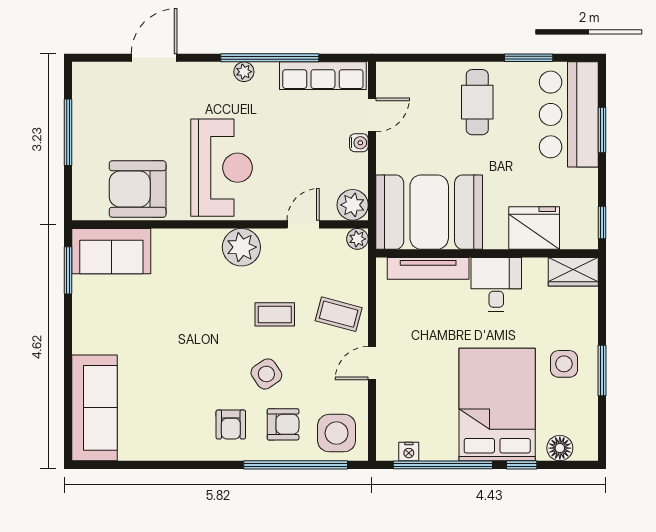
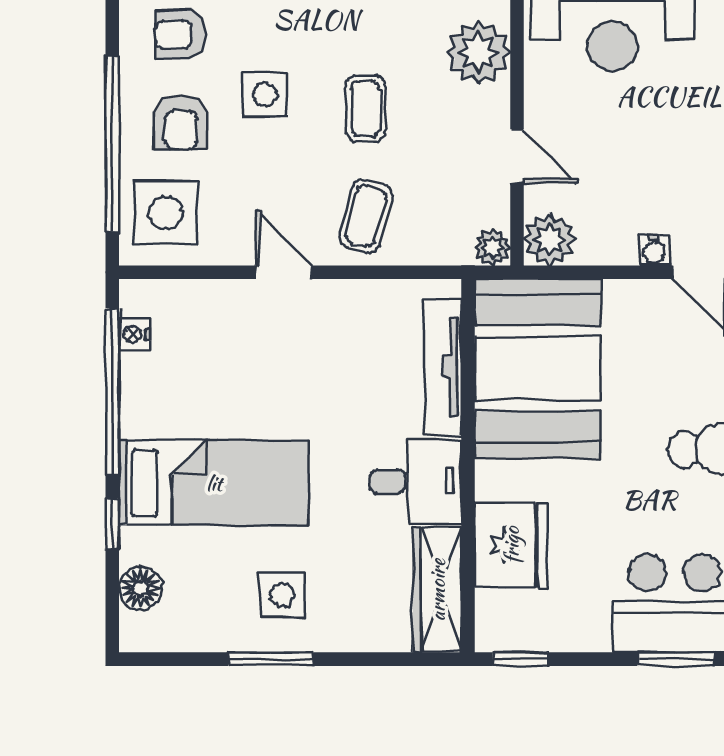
wardrobe: (573, 272) -> (437, 590), width x1.50
side table: (266, 374) -> (265, 94), turned 34
bed: (497, 405) -> (214, 483), width x0.67

